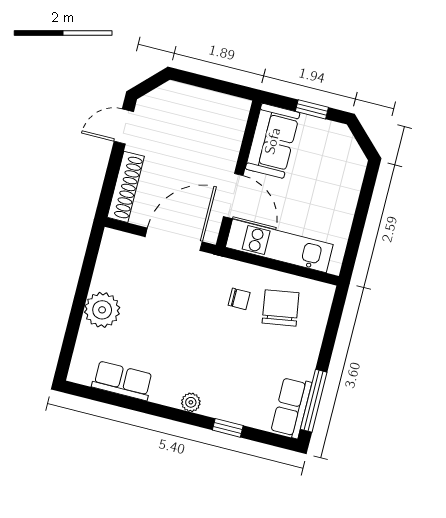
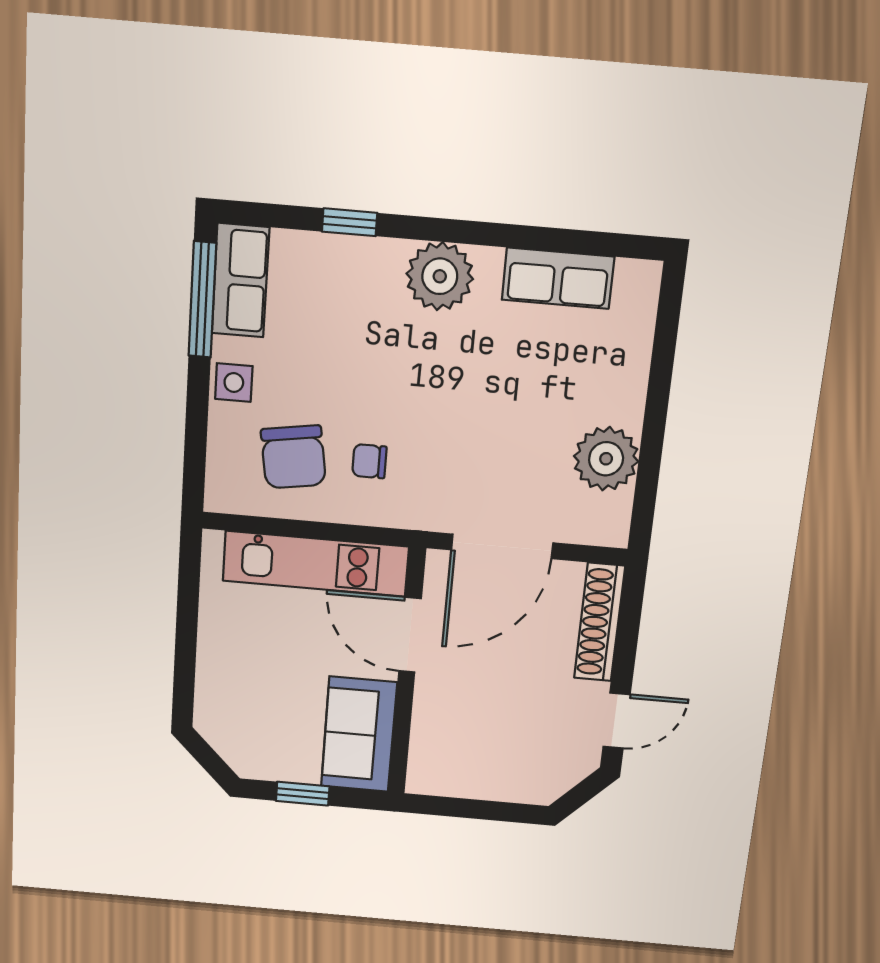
plant: (102, 310) -> (606, 459), moved
side table: (305, 354) -> (234, 383), added
plant: (191, 402) -> (440, 276), width x1.87, depth x1.87

